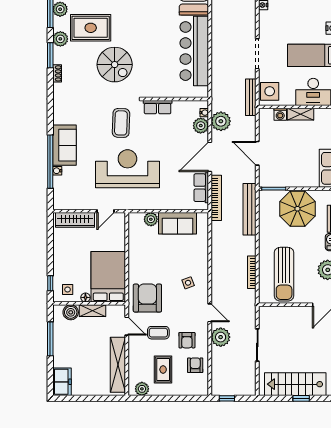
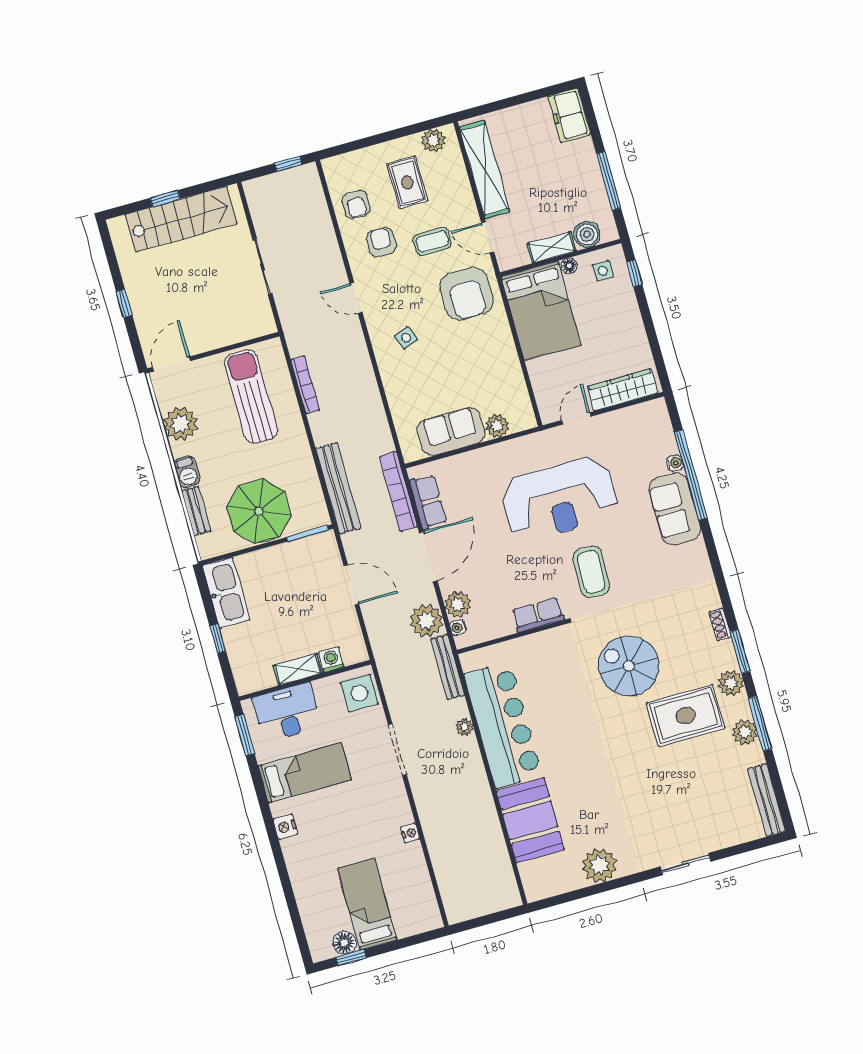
bench: (251, 97) -> (448, 667), moved
plant: (221, 337) -> (464, 727), moved, width x0.53, depth x0.53

